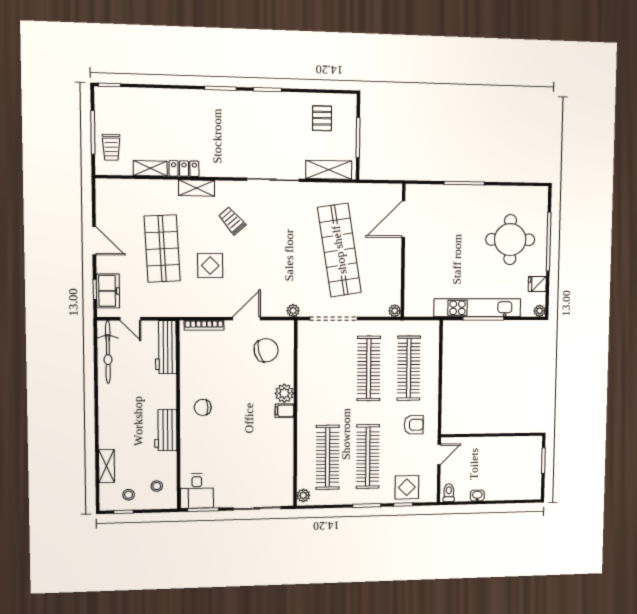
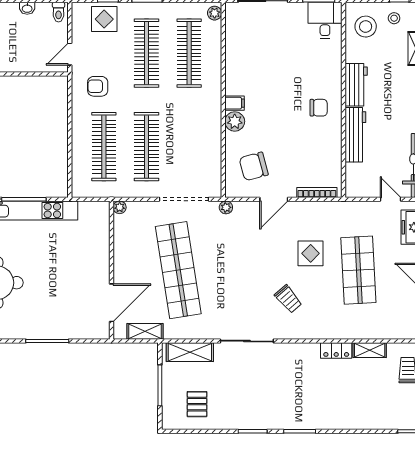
shelving: (196, 188) -> (145, 331), moved
workbench: (166, 347) -> (355, 135), moved
stool: (157, 486) -> (366, 27), width x1.89, depth x1.89

